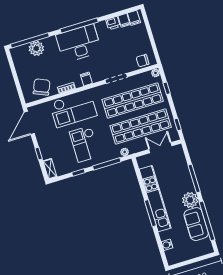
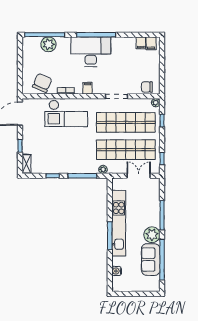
printer: (113, 23) -> (129, 42), removed
checkout: (85, 144) -> (67, 150), removed

